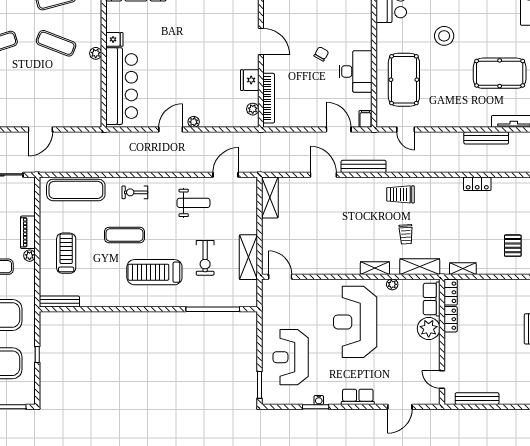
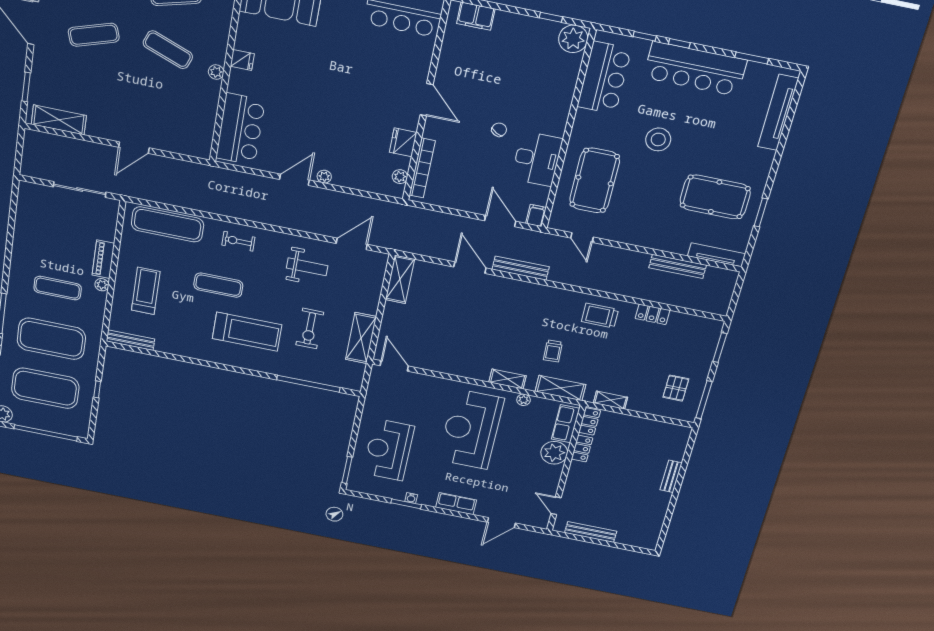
bar counter: (122, 86) -> (240, 129), width x0.73
trolley: (400, 194) -> (600, 316), moved
treadmill: (154, 272) -> (247, 332), turned 180

